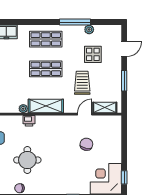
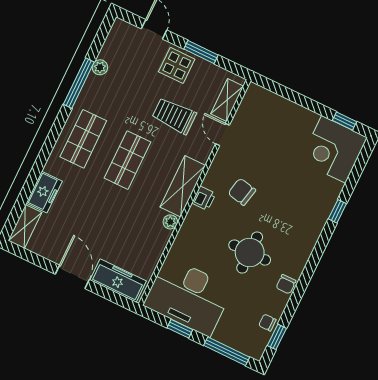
display table: (93, 54) -> (177, 65), moved
printer: (29, 121) -> (204, 198), moved
chair: (86, 144) -> (242, 192), moved

